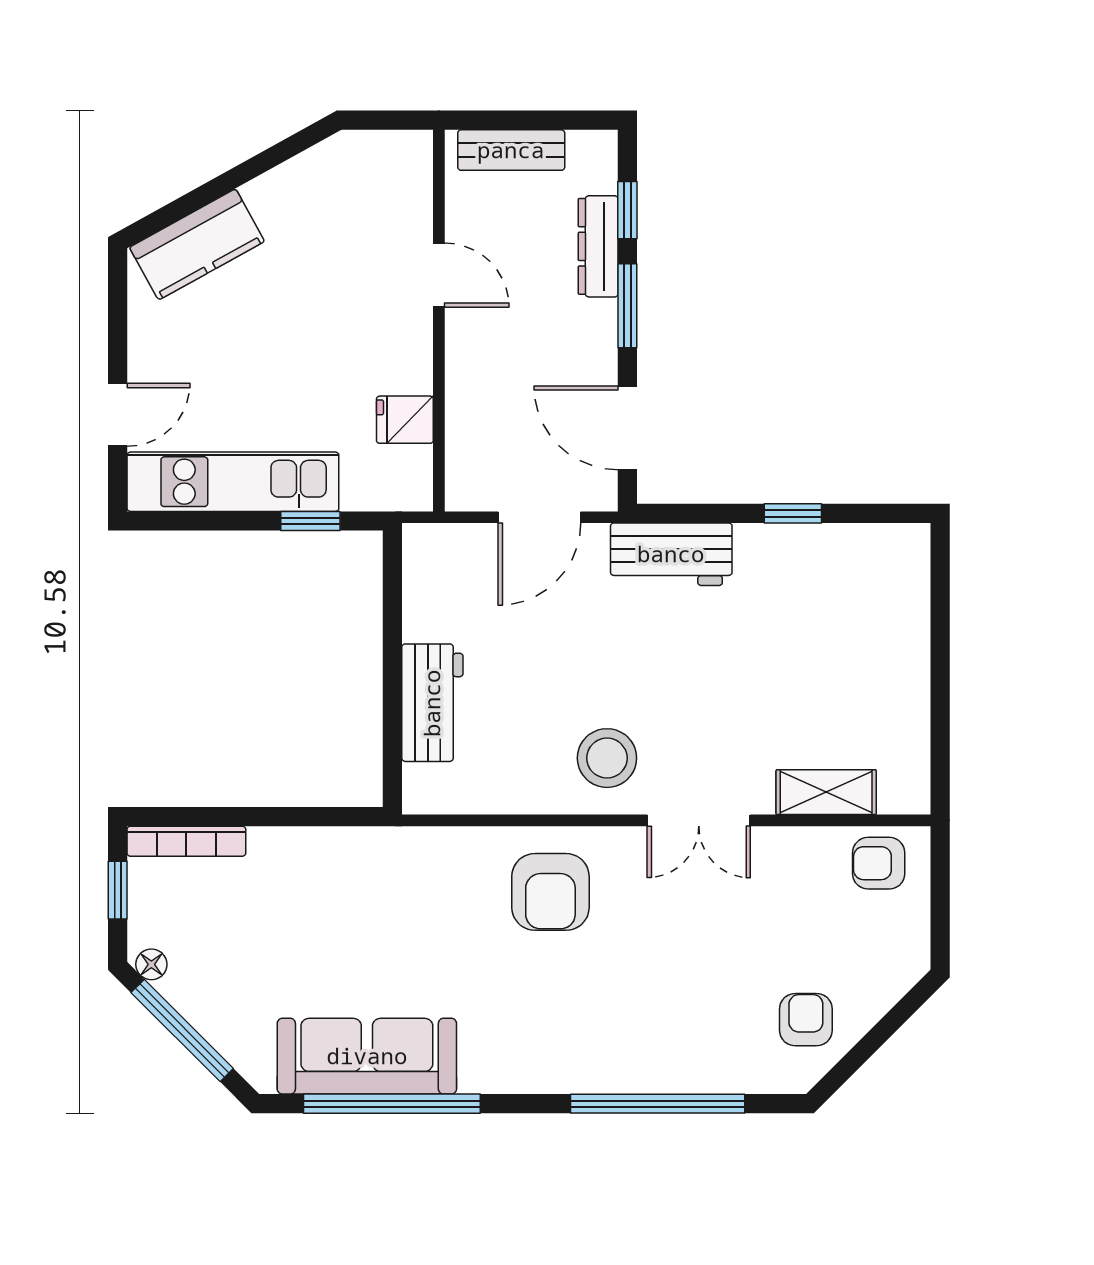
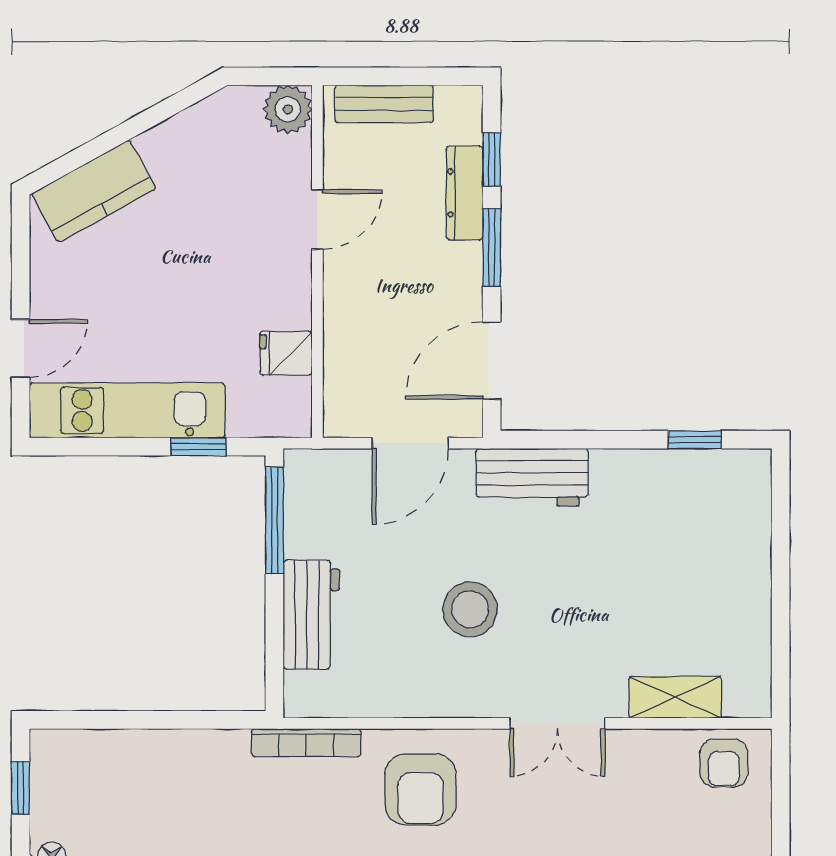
plant: (407, 156) -> (288, 109), added
door: (439, 275) -> (317, 219), hinge flipped
door: (627, 428) -> (492, 361), hinge flipped
window: (793, 513) -> (694, 440), moved
window: (392, 601) -> (274, 520), added
stool: (607, 758) -> (470, 609), moved
bookcase: (186, 841) -> (306, 743), moved
armchair: (879, 863) -> (724, 763), turned -90

